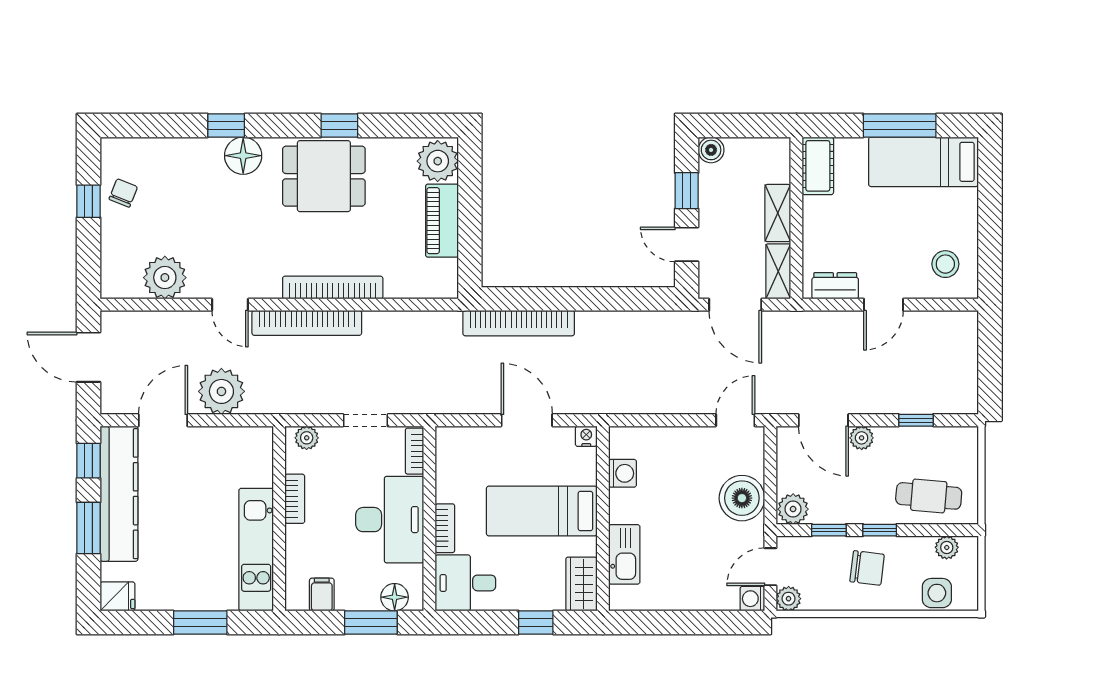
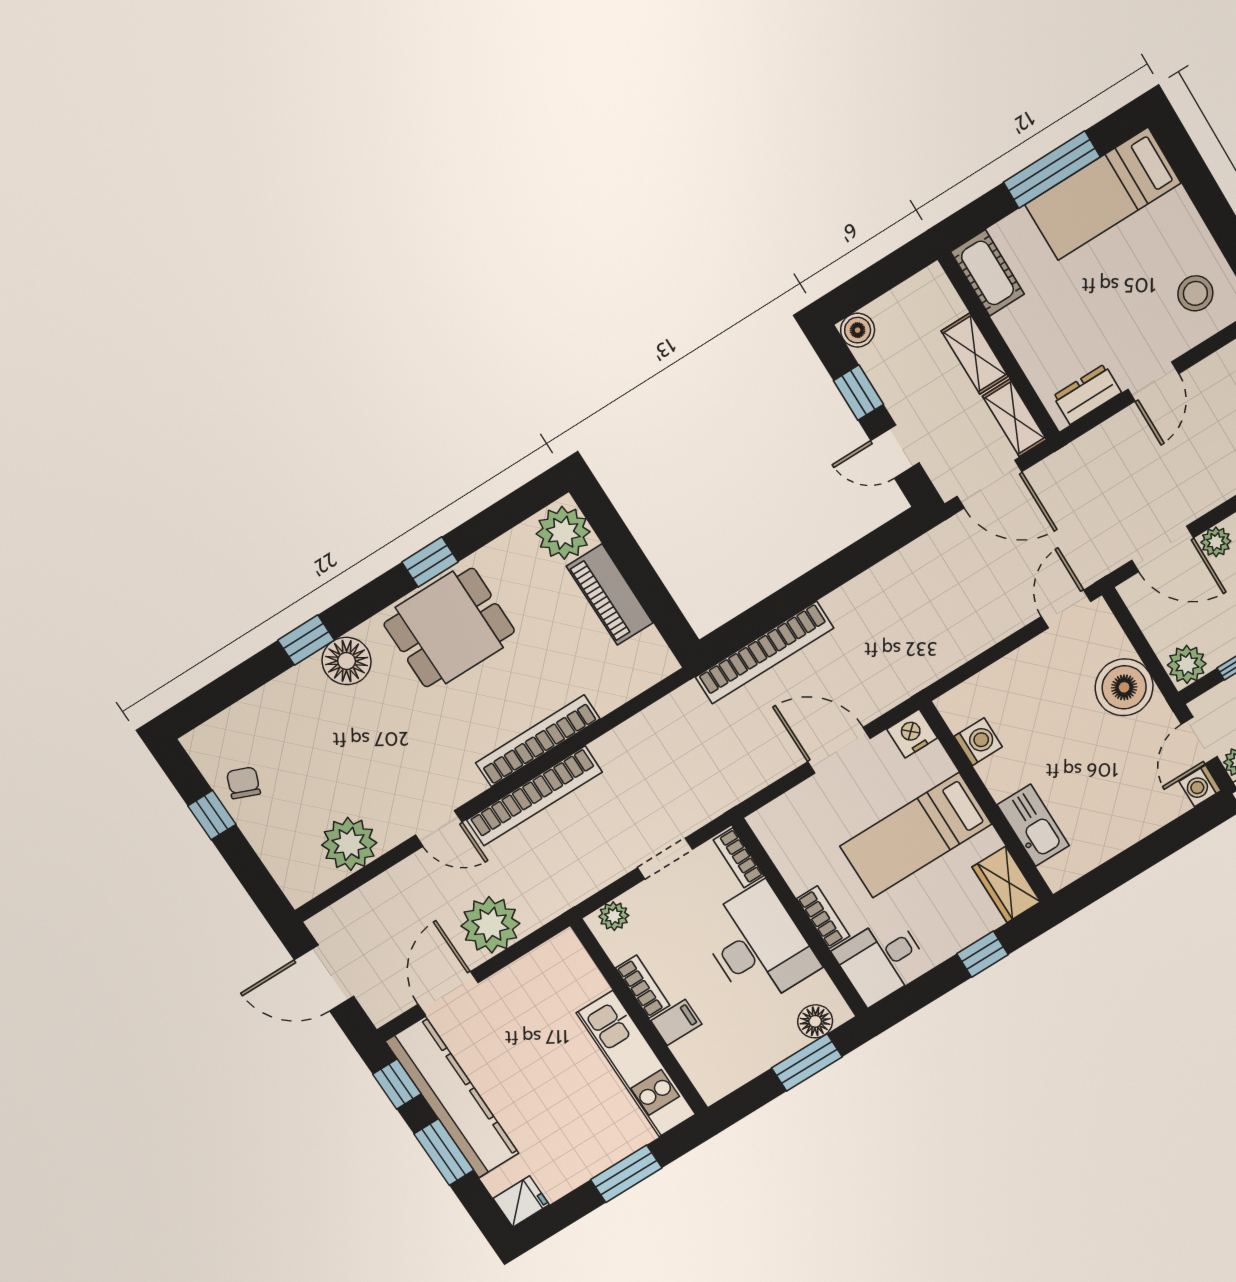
nightstand: (586, 436) -> (912, 734), width x1.39, depth x1.35
filing cabinet: (322, 595) -> (676, 1022), moved, turned 90

